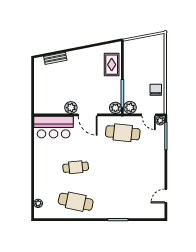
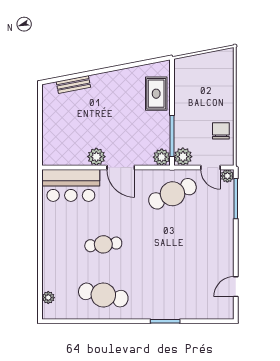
cafe table: (123, 133) -> (172, 194), turned -30

